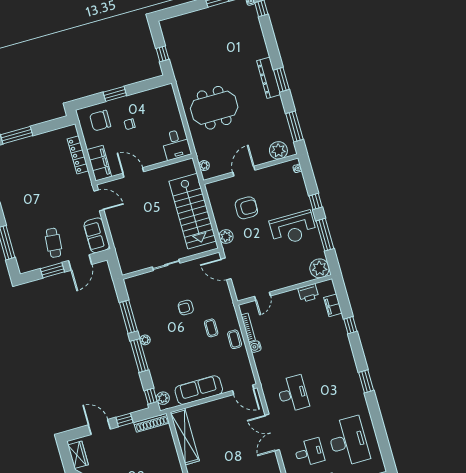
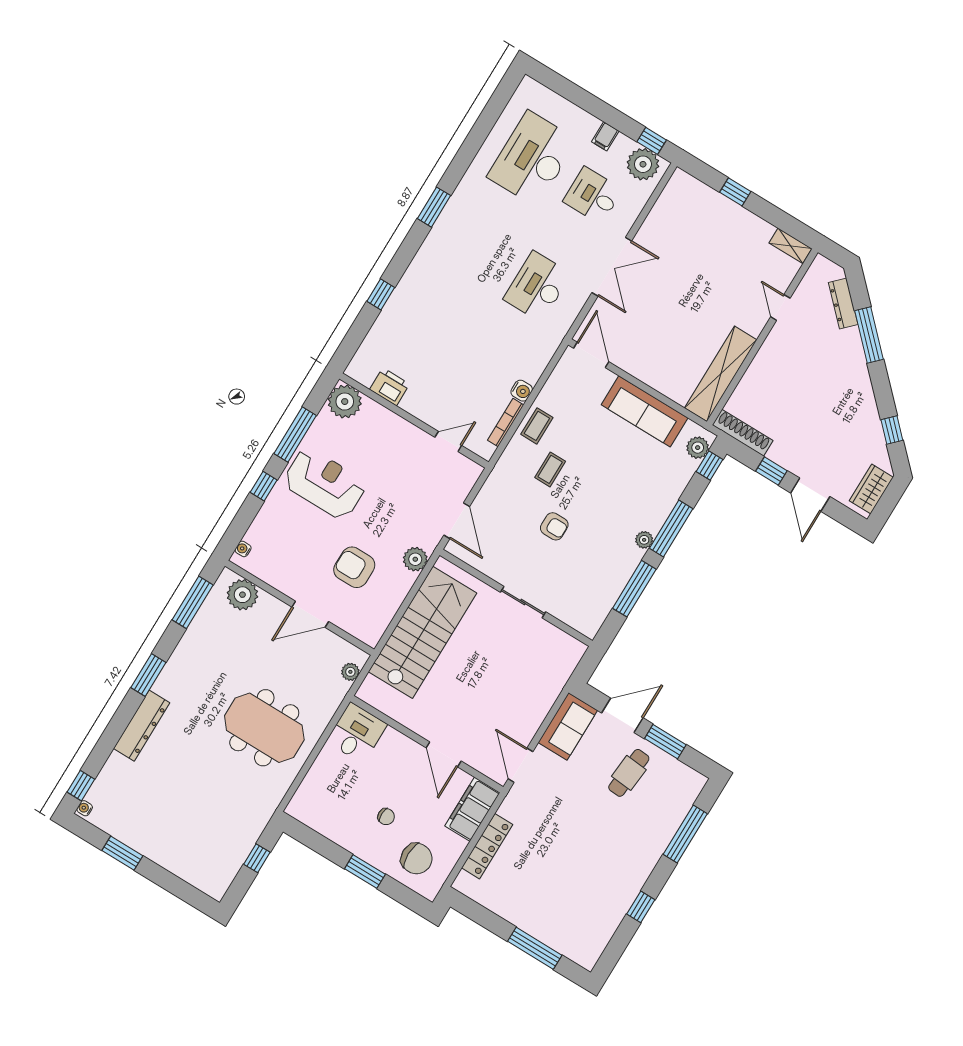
dresser: (269, 78) -> (142, 726), moved
filing cabinet: (333, 305) -> (376, 340), removed

